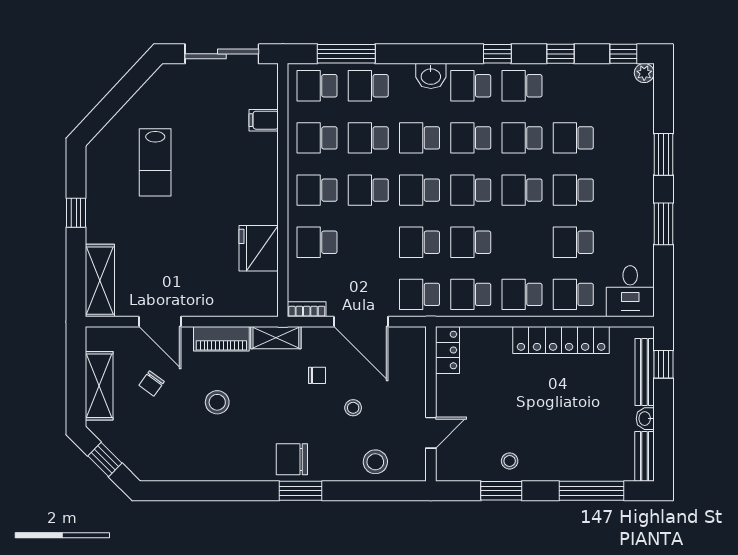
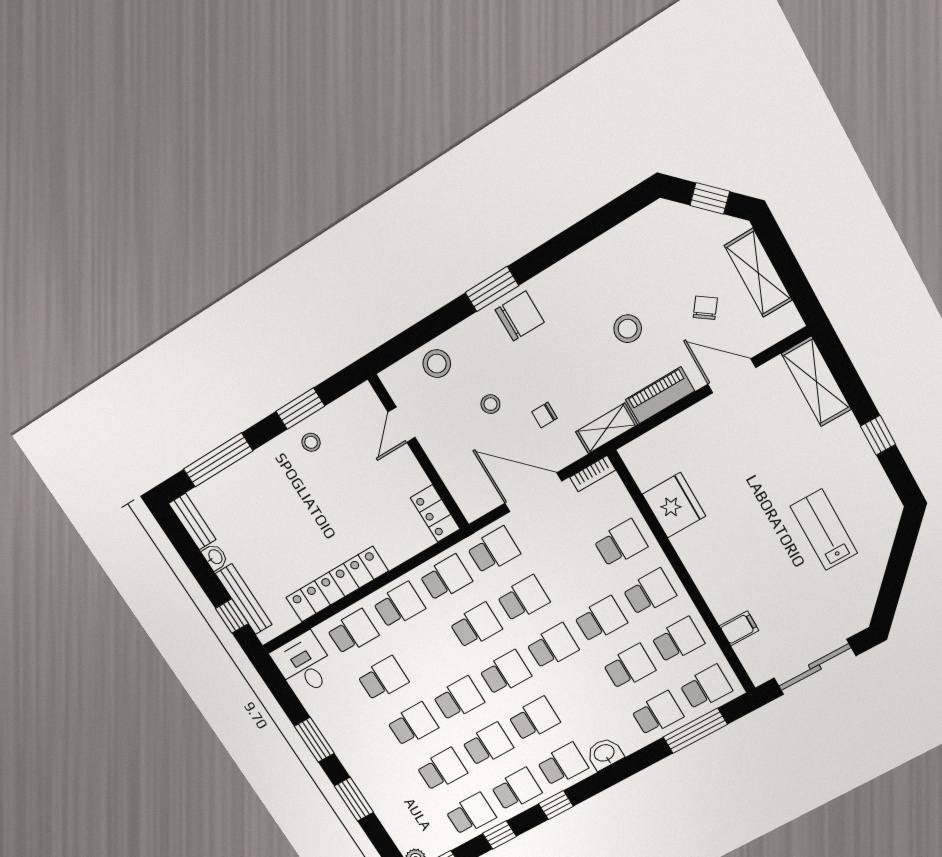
school desk: (420, 138) -> (471, 814), moved

